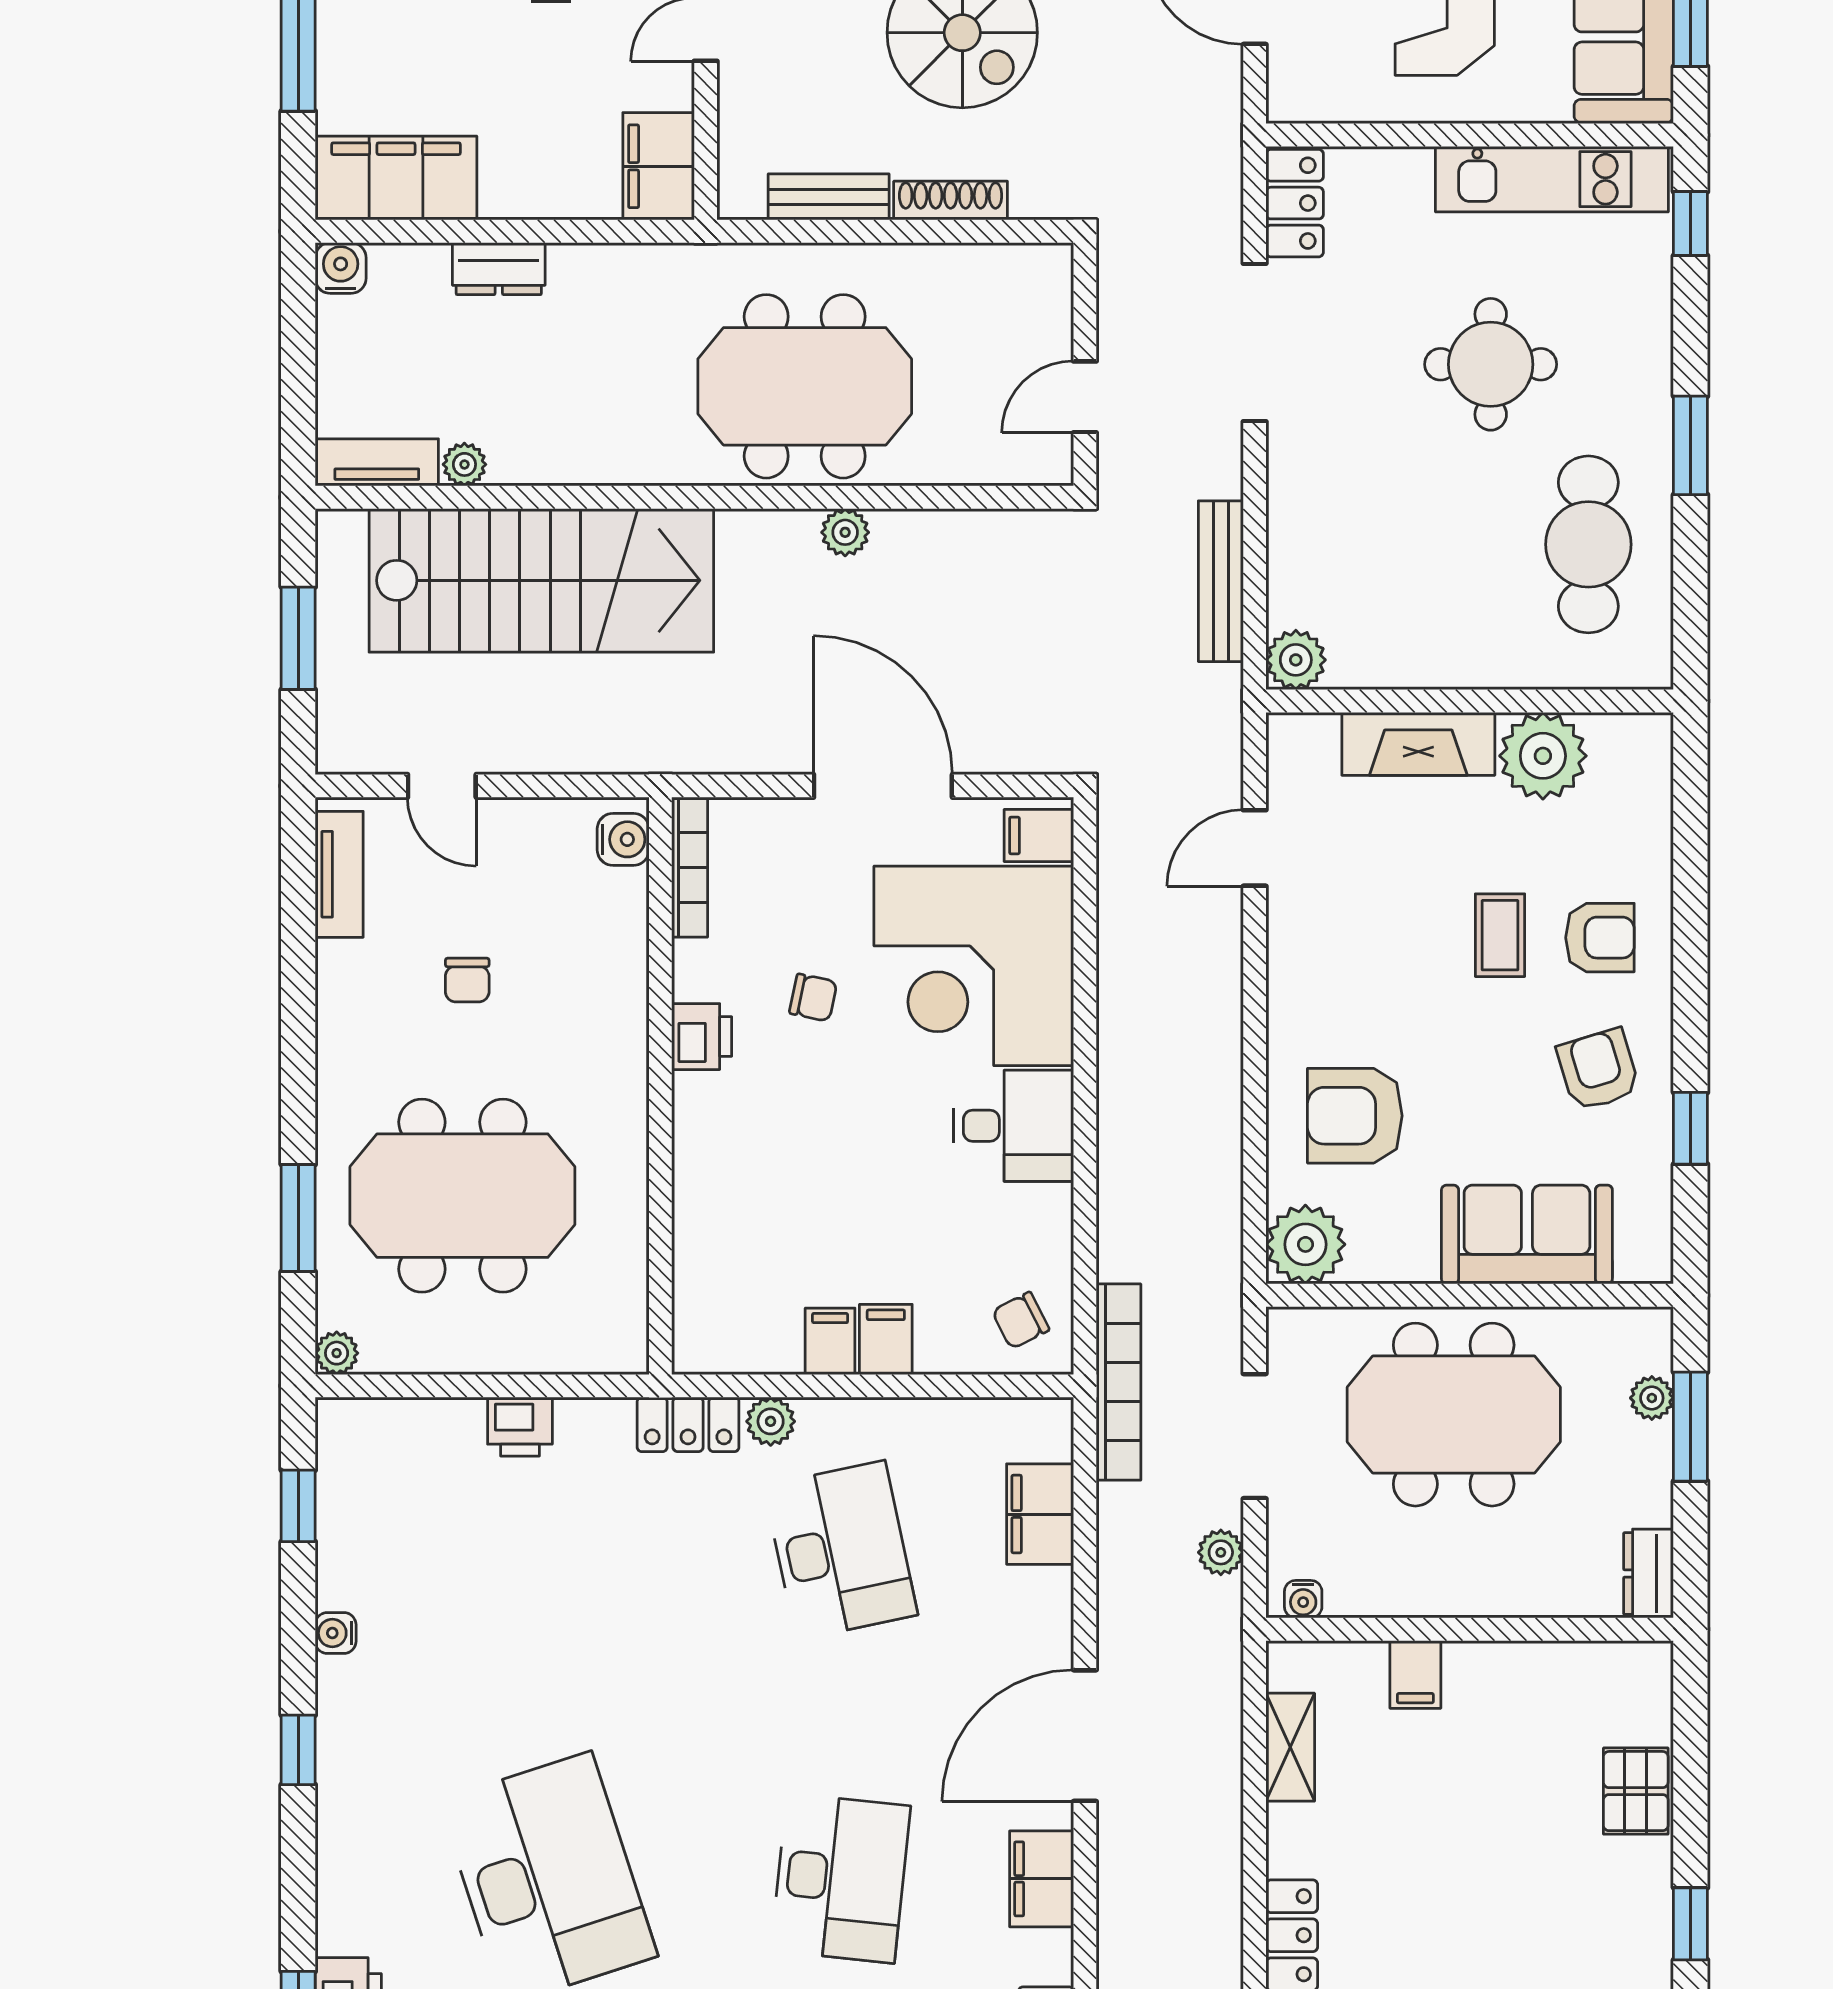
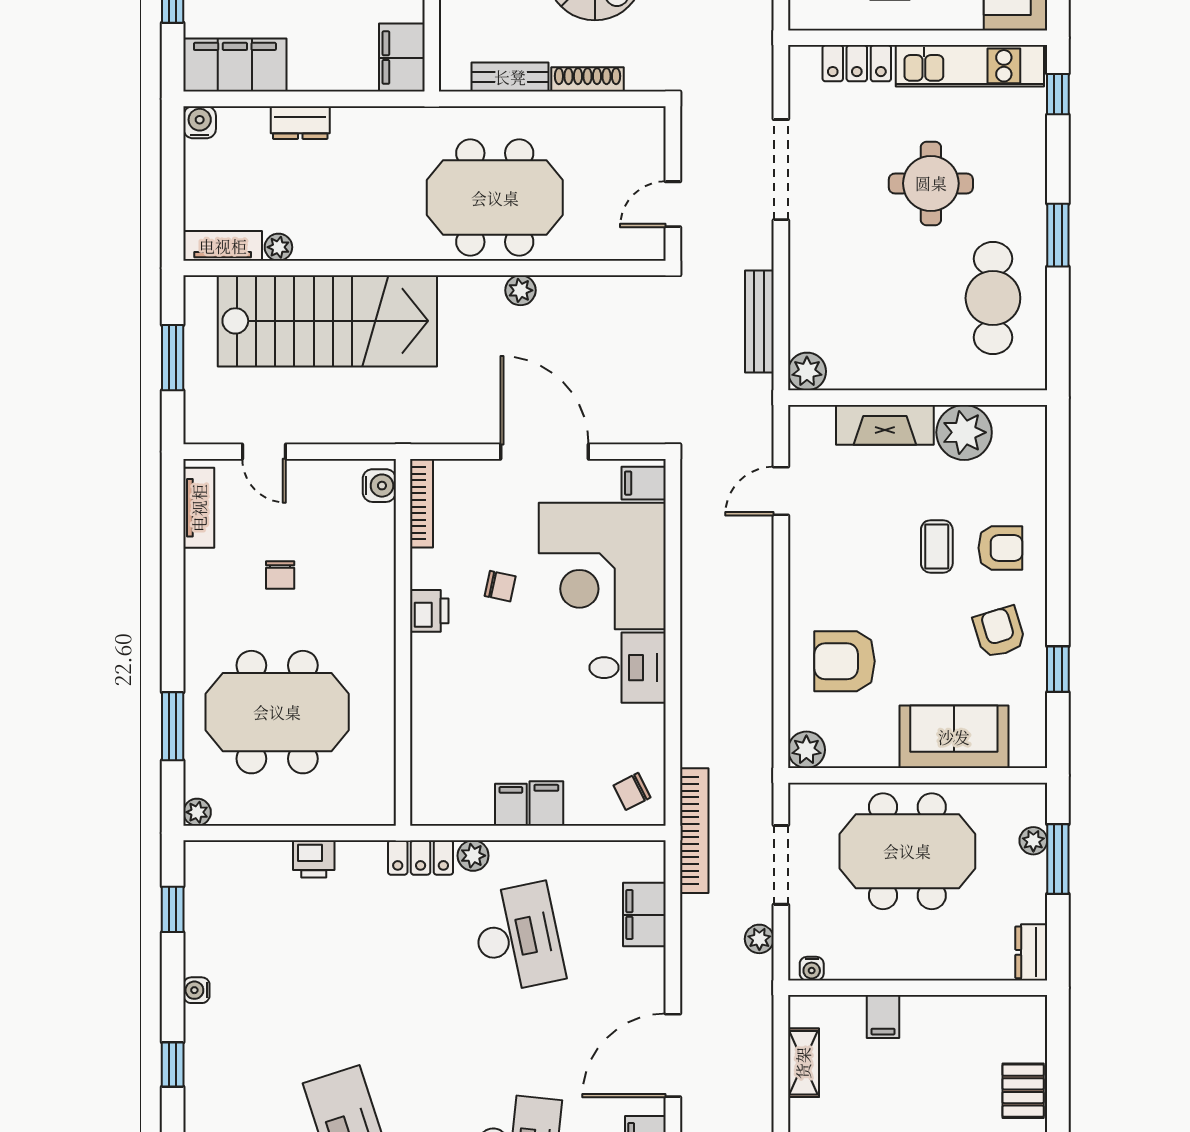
locker: (1295, 203) -> (857, 63), moved, turned 90
plant: (1305, 1244) -> (806, 750), width x0.73, depth x0.73

